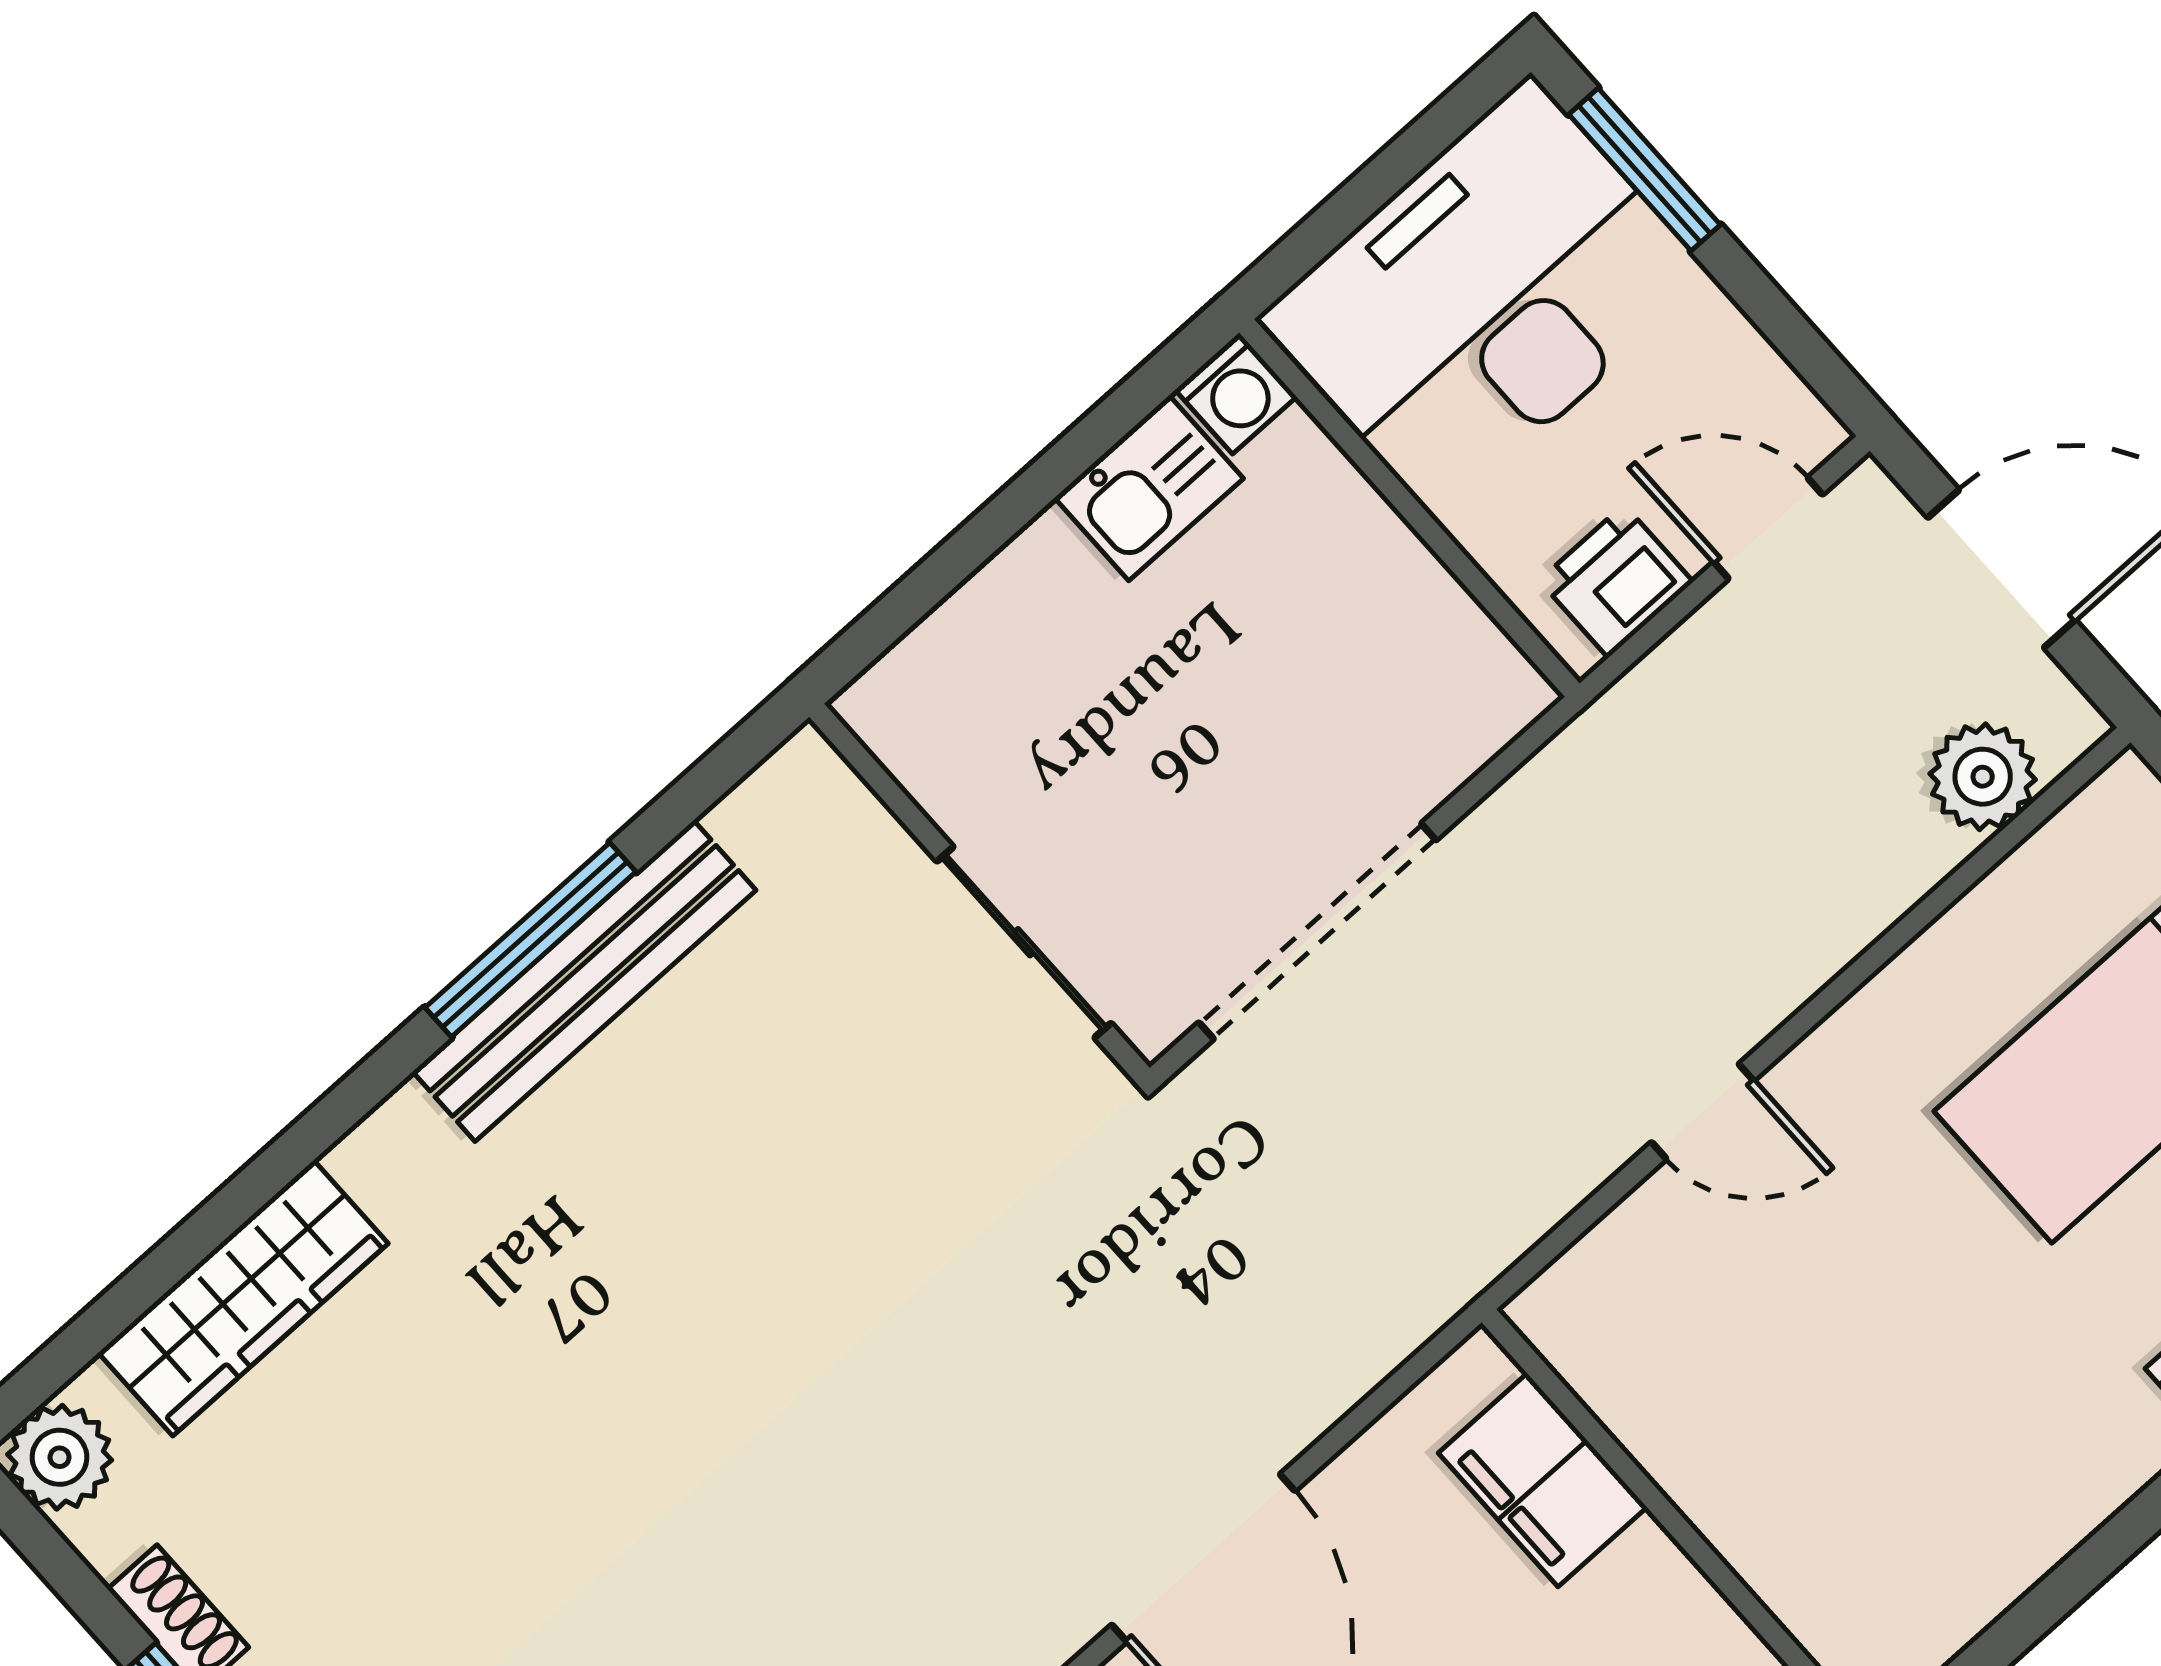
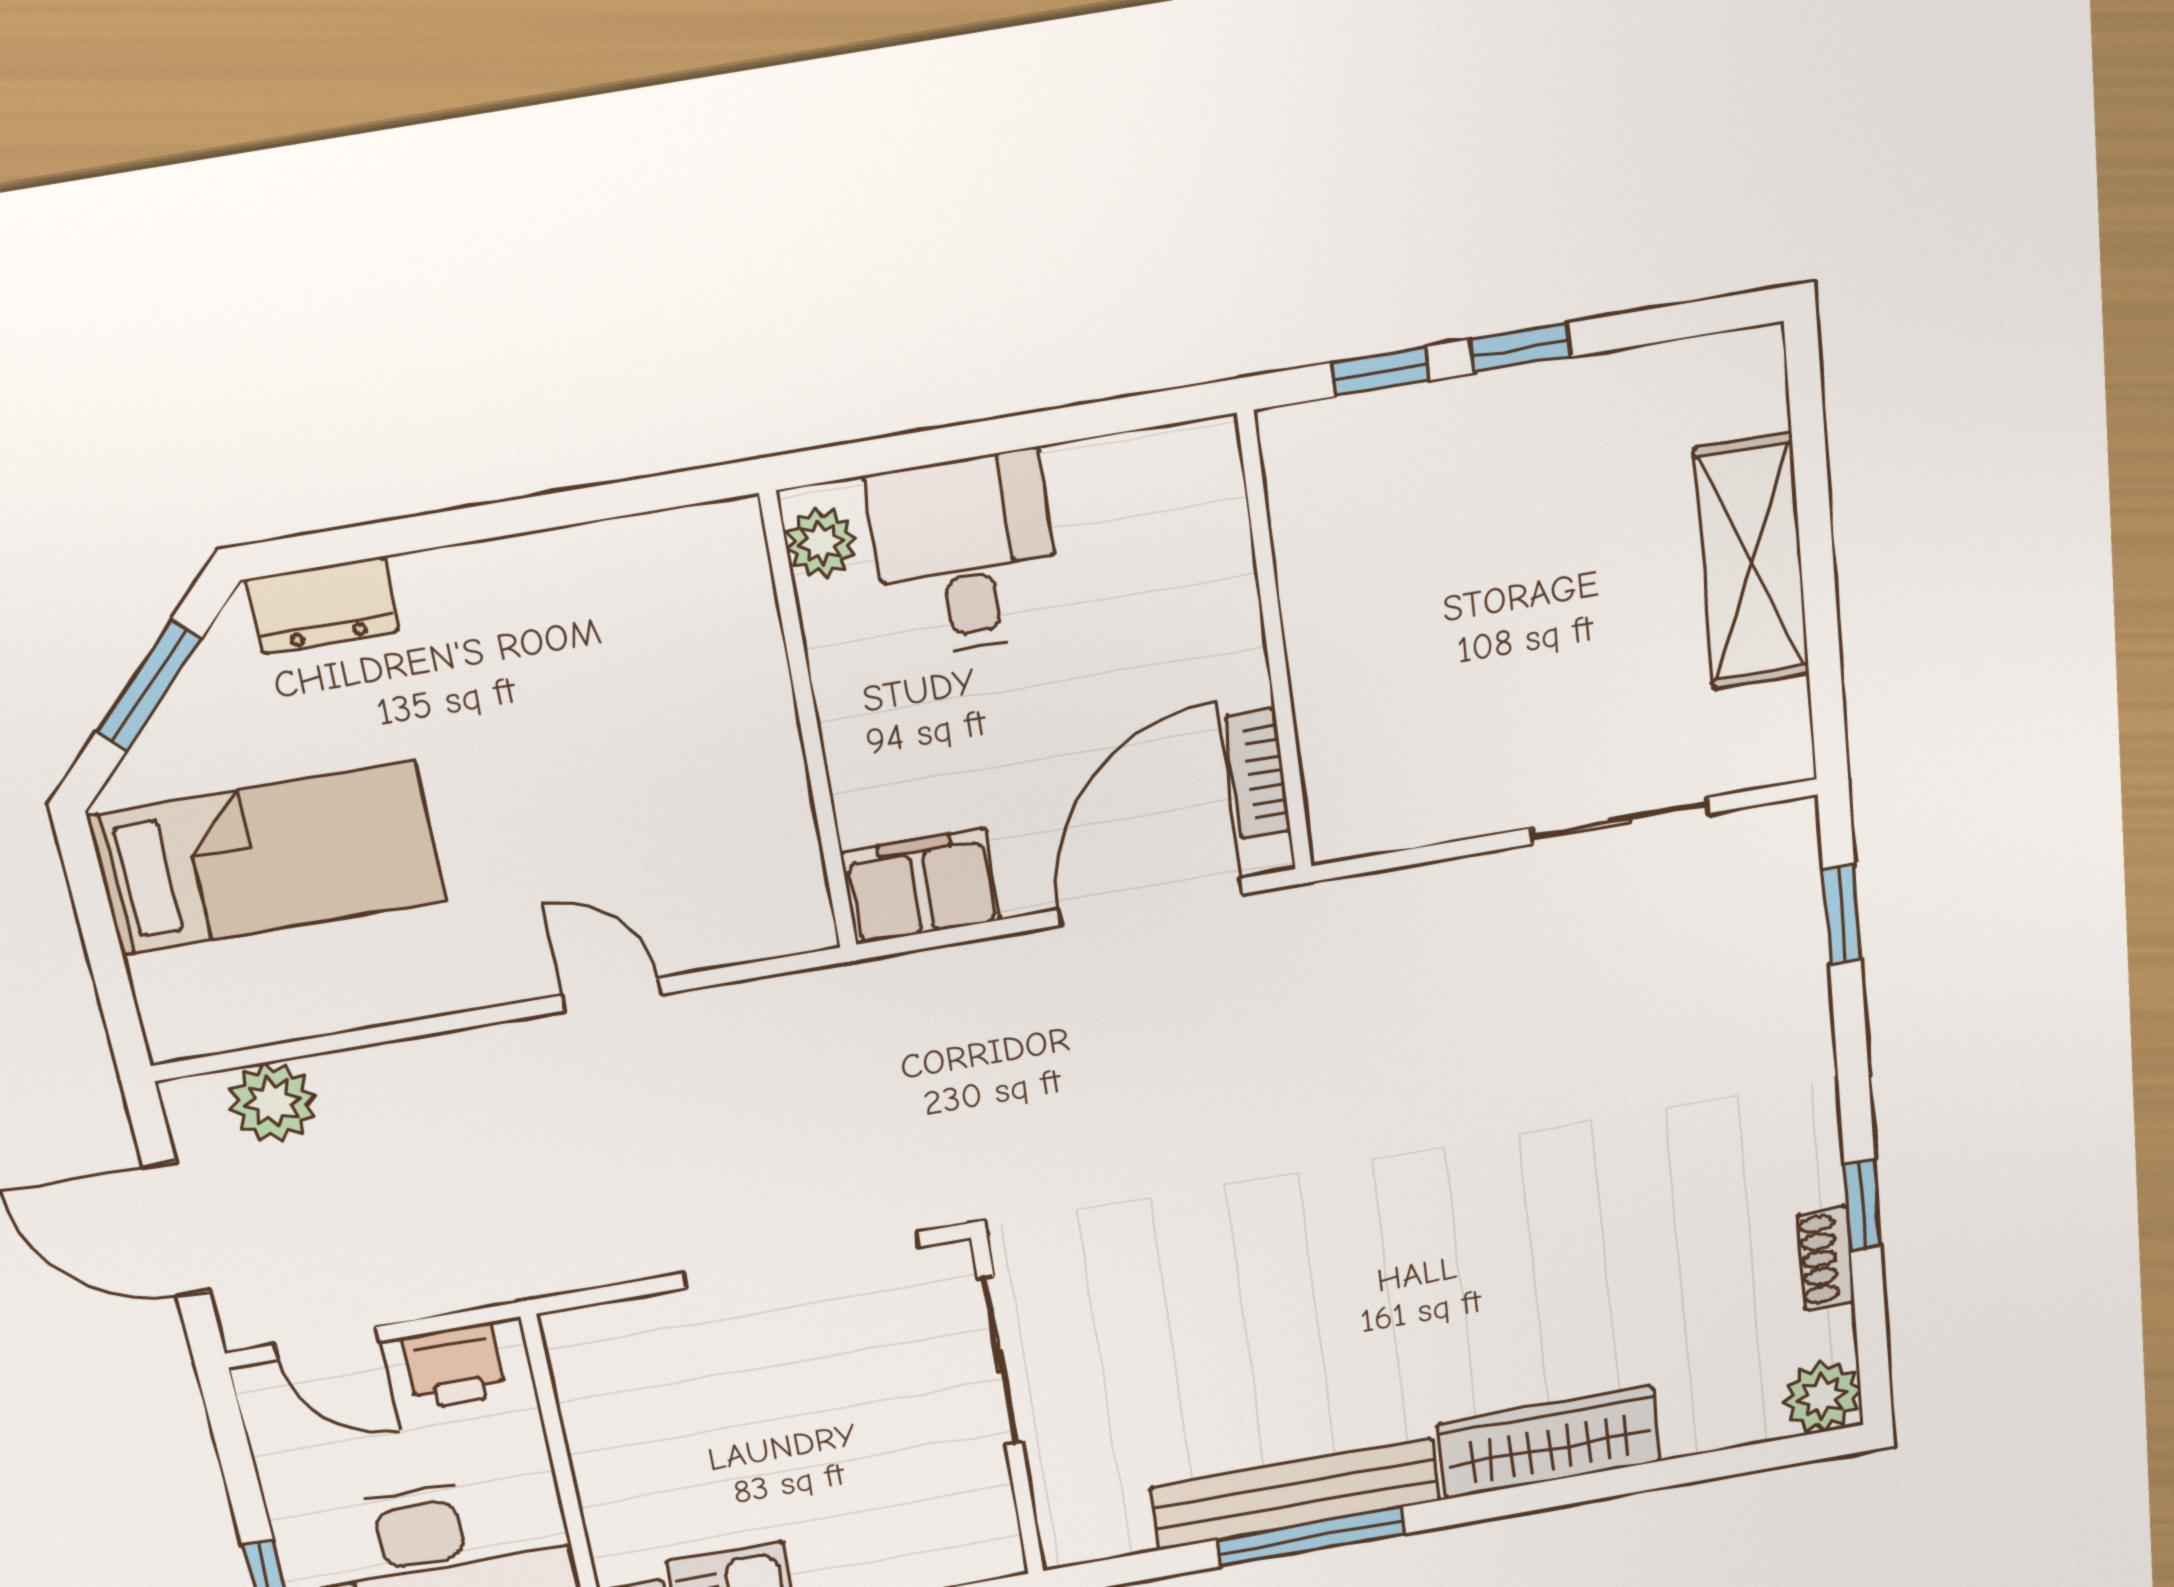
wardrobe: (243, 1298) -> (1549, 1443), moved
filing cabinet: (1543, 1480) -> (921, 886), moved, turned -90

